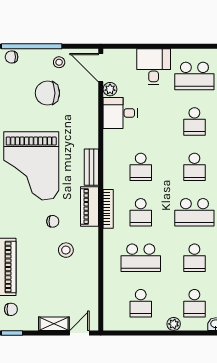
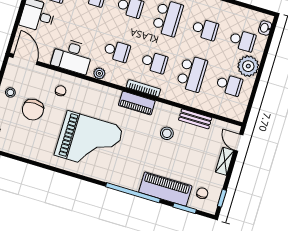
door: (101, 68) -> (25, 59), swing flipped
plant: (110, 89) -> (99, 73), moved
desk: (120, 113) -> (72, 56), width x1.37
bench: (91, 167) -> (195, 119), moved
chair: (53, 221) -> (61, 91), moved
plant: (174, 324) -> (248, 66), width x1.88, depth x1.88

